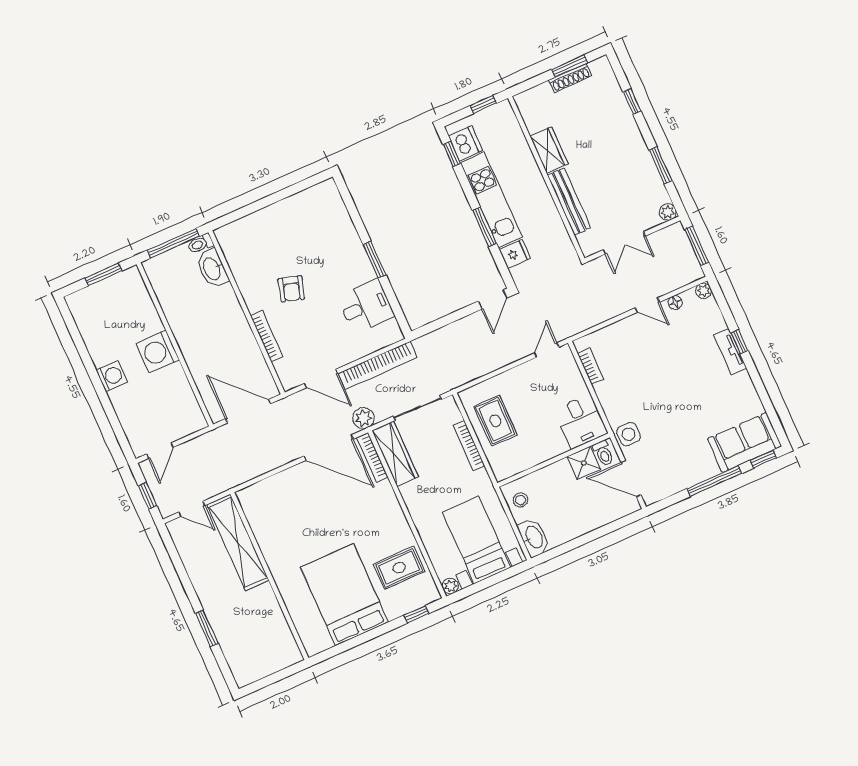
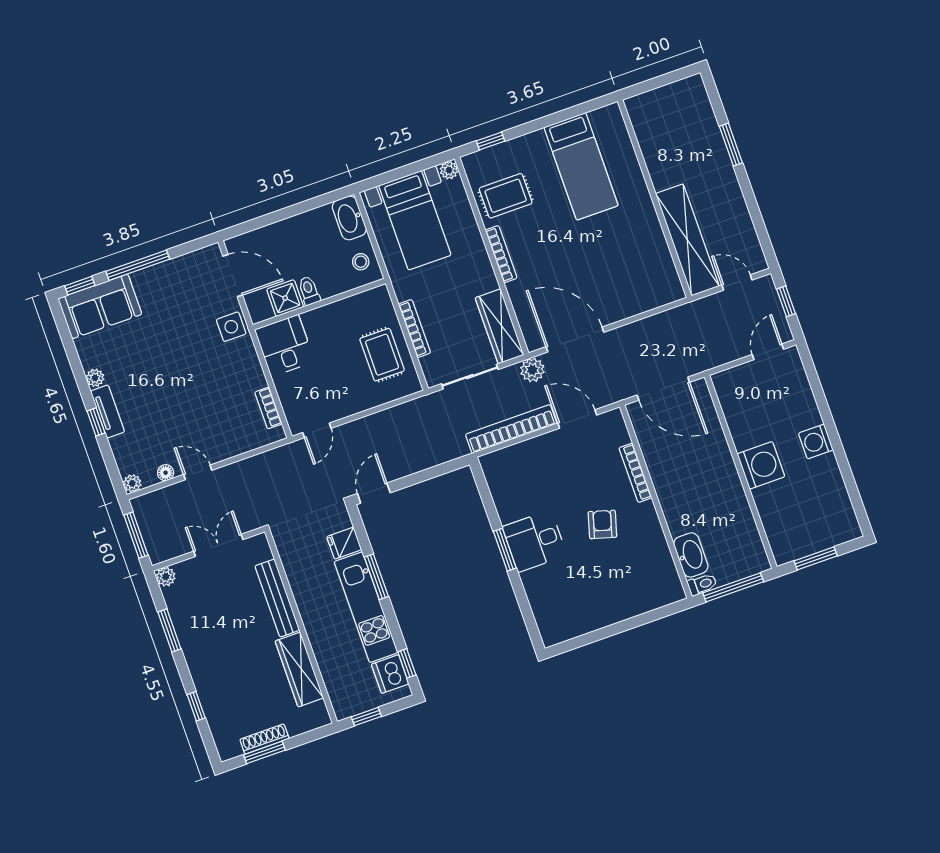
wardrobe: (549, 150) -> (299, 670), width x1.50
desk: (366, 306) -> (535, 541), moved
plant: (743, 380) -> (95, 378), added
toilet: (603, 453) -> (309, 291), moved
bookcase: (372, 457) -> (501, 254), moved
bed: (344, 595) -> (581, 166), width x0.67

